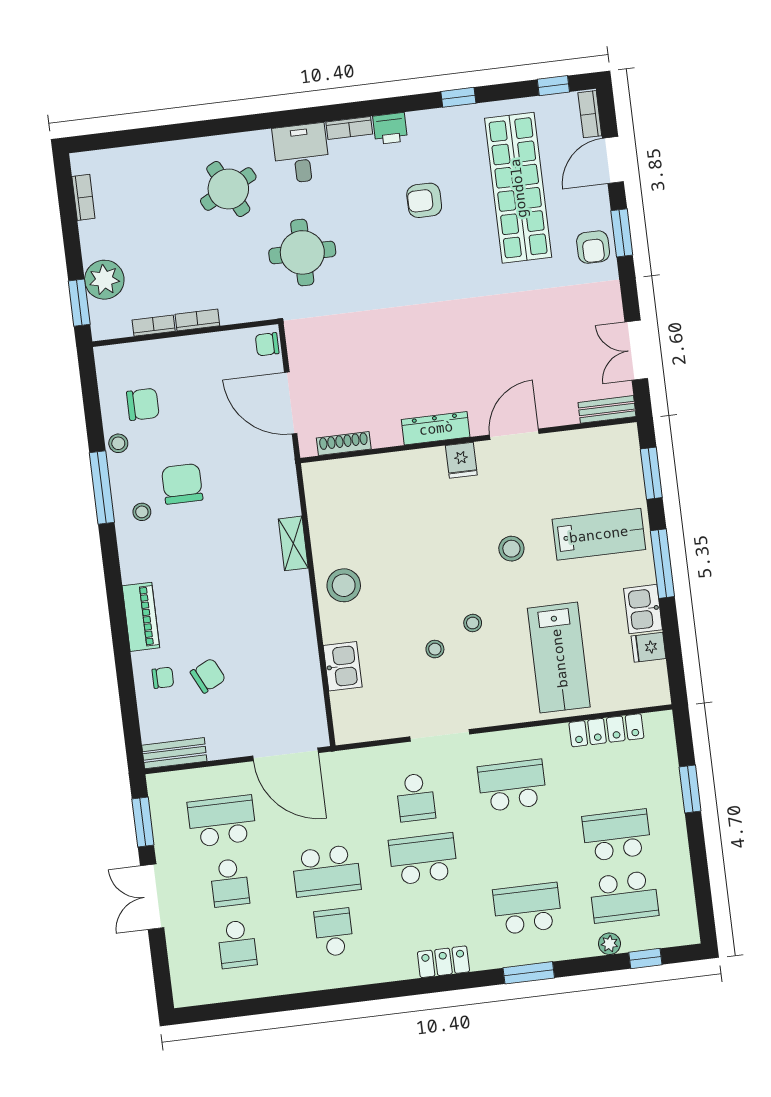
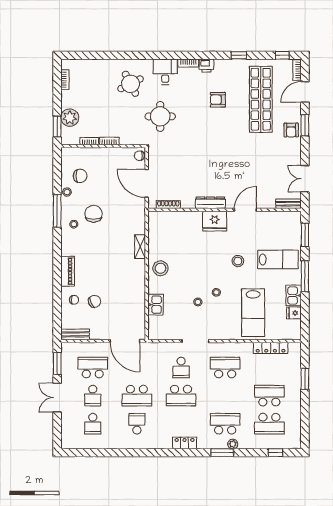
fridge: (461, 460) -> (215, 221), width x1.88, depth x1.34
school desk: (423, 859) -> (181, 396), turned 180
plant: (609, 944) -> (233, 444), moved

